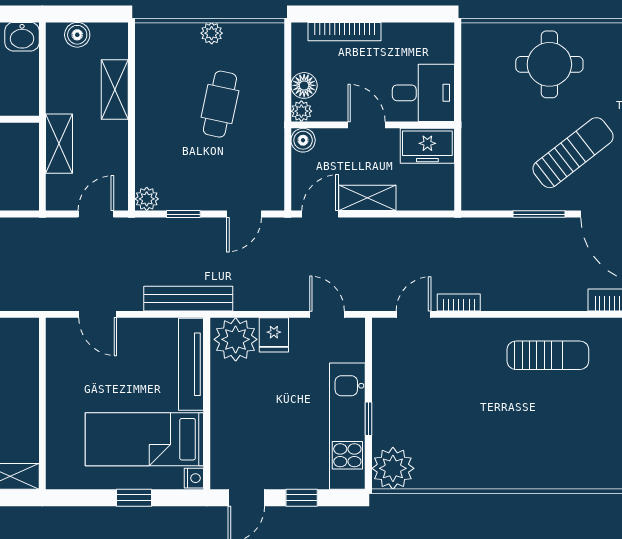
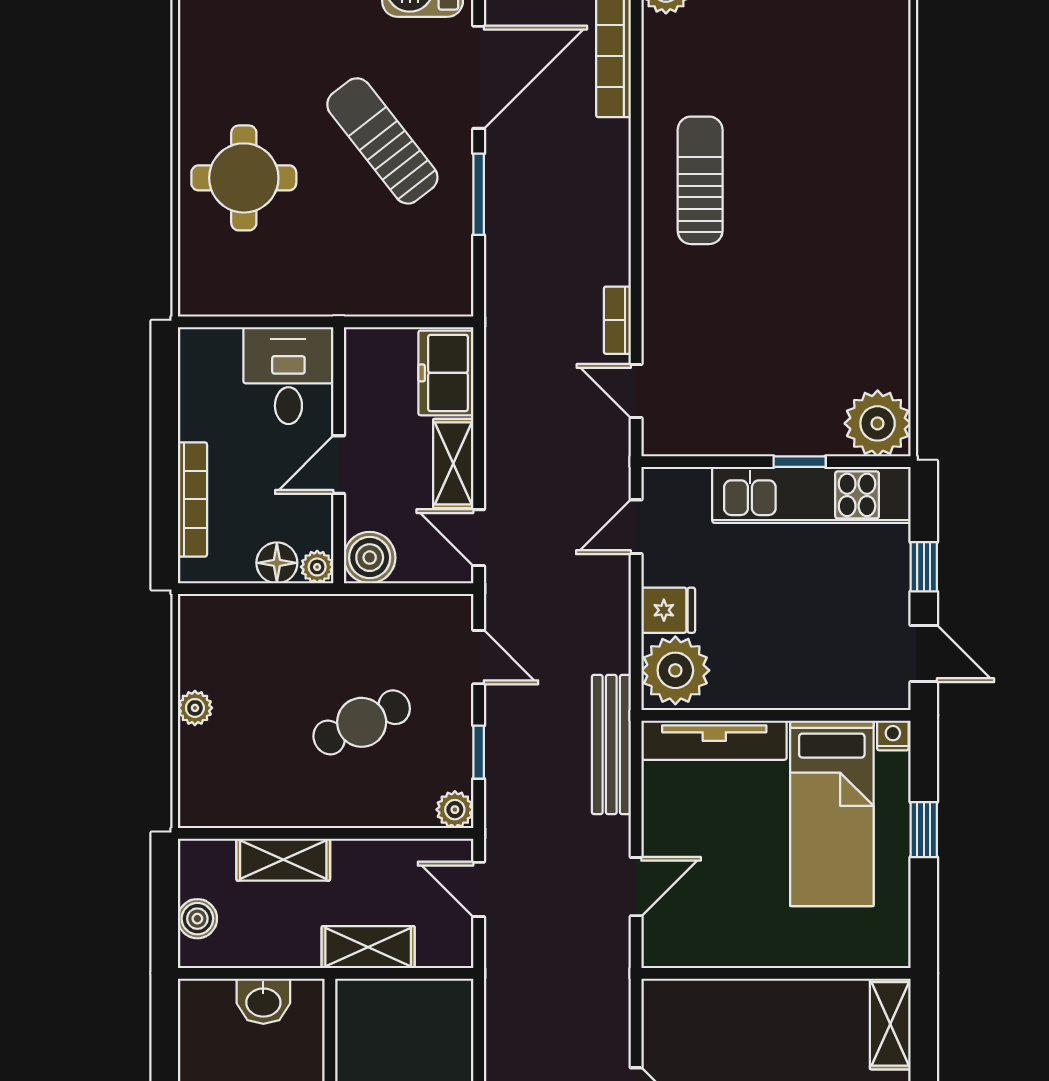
washbasin: (22, 37) -> (263, 1001), moved, turned 90
cafe table: (220, 104) -> (362, 722), moved, turned -37
boiler: (303, 140) -> (370, 558), width x1.36, depth x1.36
freezer: (427, 146) -> (446, 373), moved, turned 180

